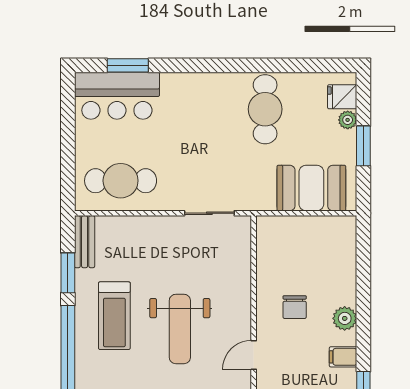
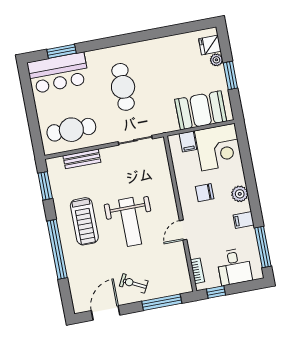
cafe table: (265, 109) -> (123, 87), moved
filing cabinet: (284, 229) -> (188, 142), added
bench: (85, 242) -> (82, 159), moved, turned 90
corner desk: (327, 245) -> (218, 147), added
window: (68, 273) -> (45, 186), moved
chair: (295, 307) -> (205, 193), turned 90

